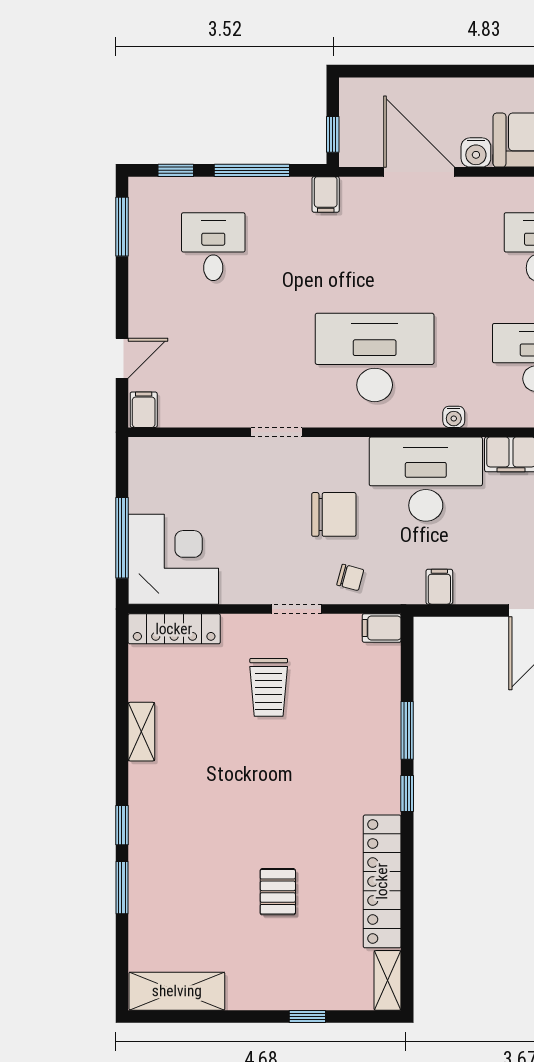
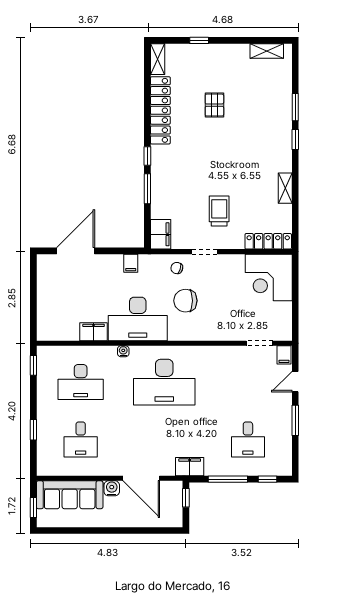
filing cabinet: (326, 194) -> (190, 467), width x2.00
window: (122, 227) -> (295, 420), moved
doorway: (276, 432) -> (260, 343), moved
window: (122, 538) -> (295, 289), removed
filing cabinet: (382, 628) -> (161, 234), width x2.00
shelving: (177, 991) -> (267, 51), width x0.67, depth x0.75

